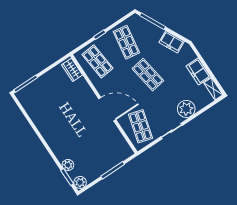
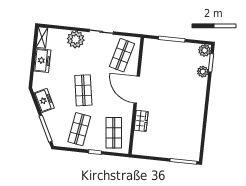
wardrobe: (72, 70) -> (141, 121), moved

